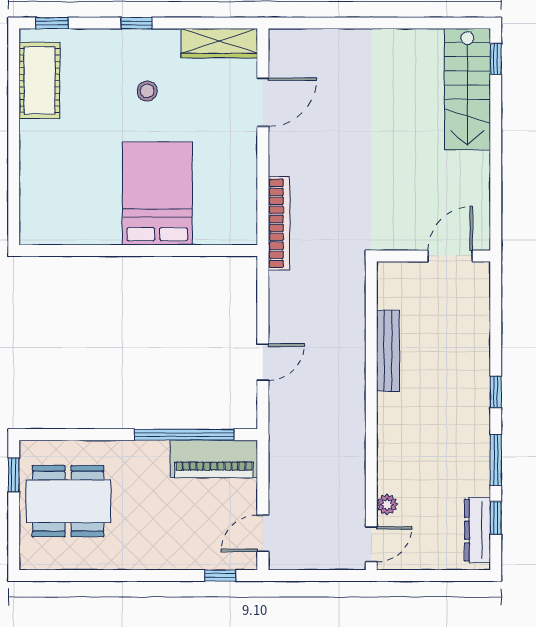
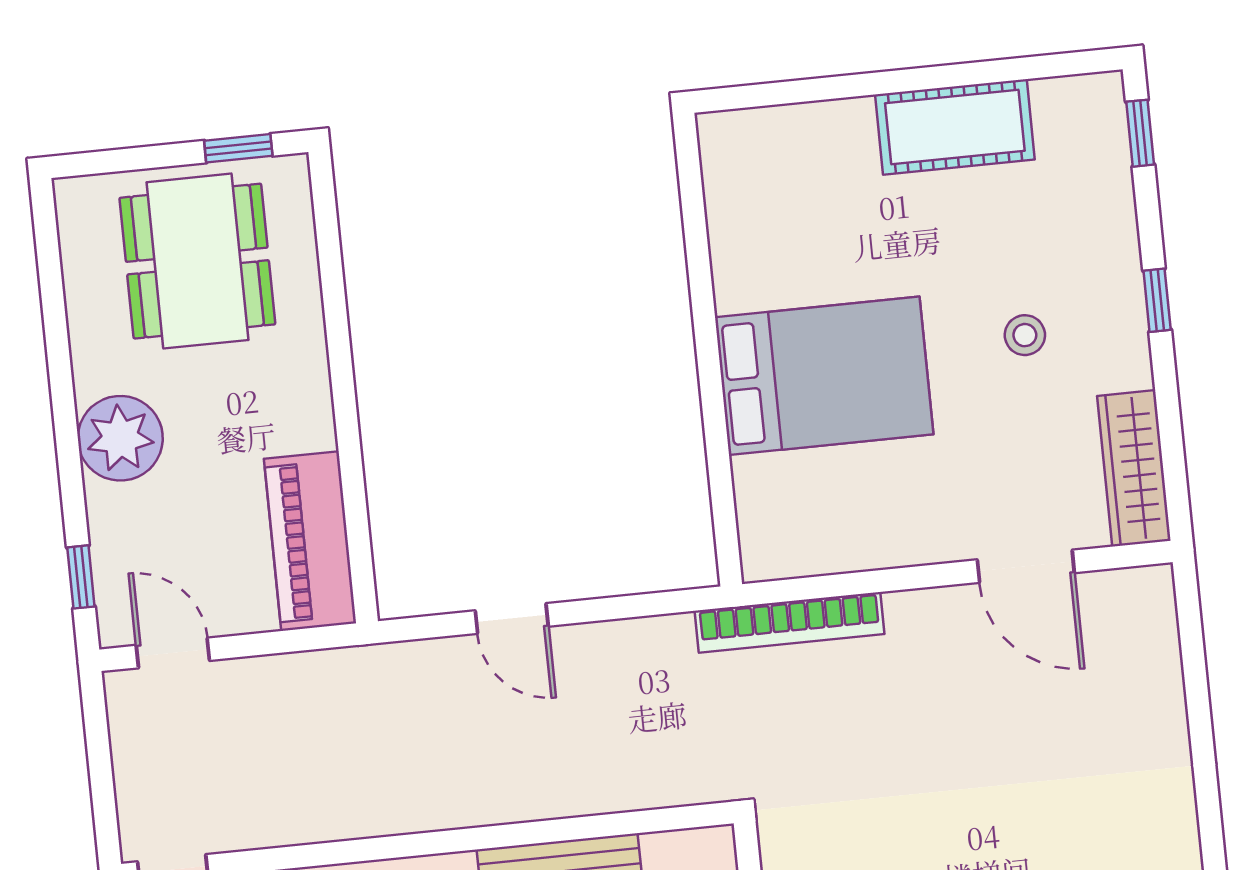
cot: (40, 80) -> (955, 127), moved
window: (184, 435) -> (352, 477), removed
plant: (153, 549) -> (120, 438), added

